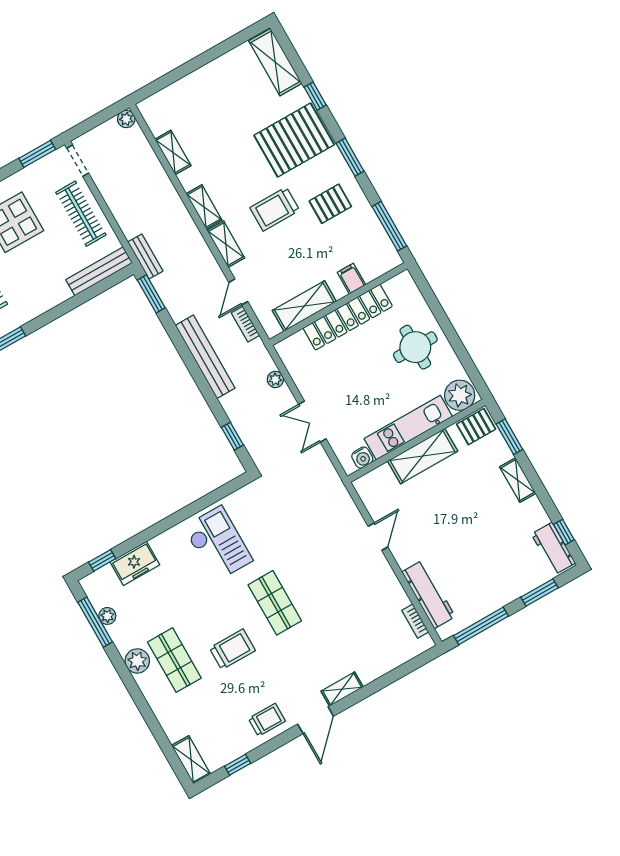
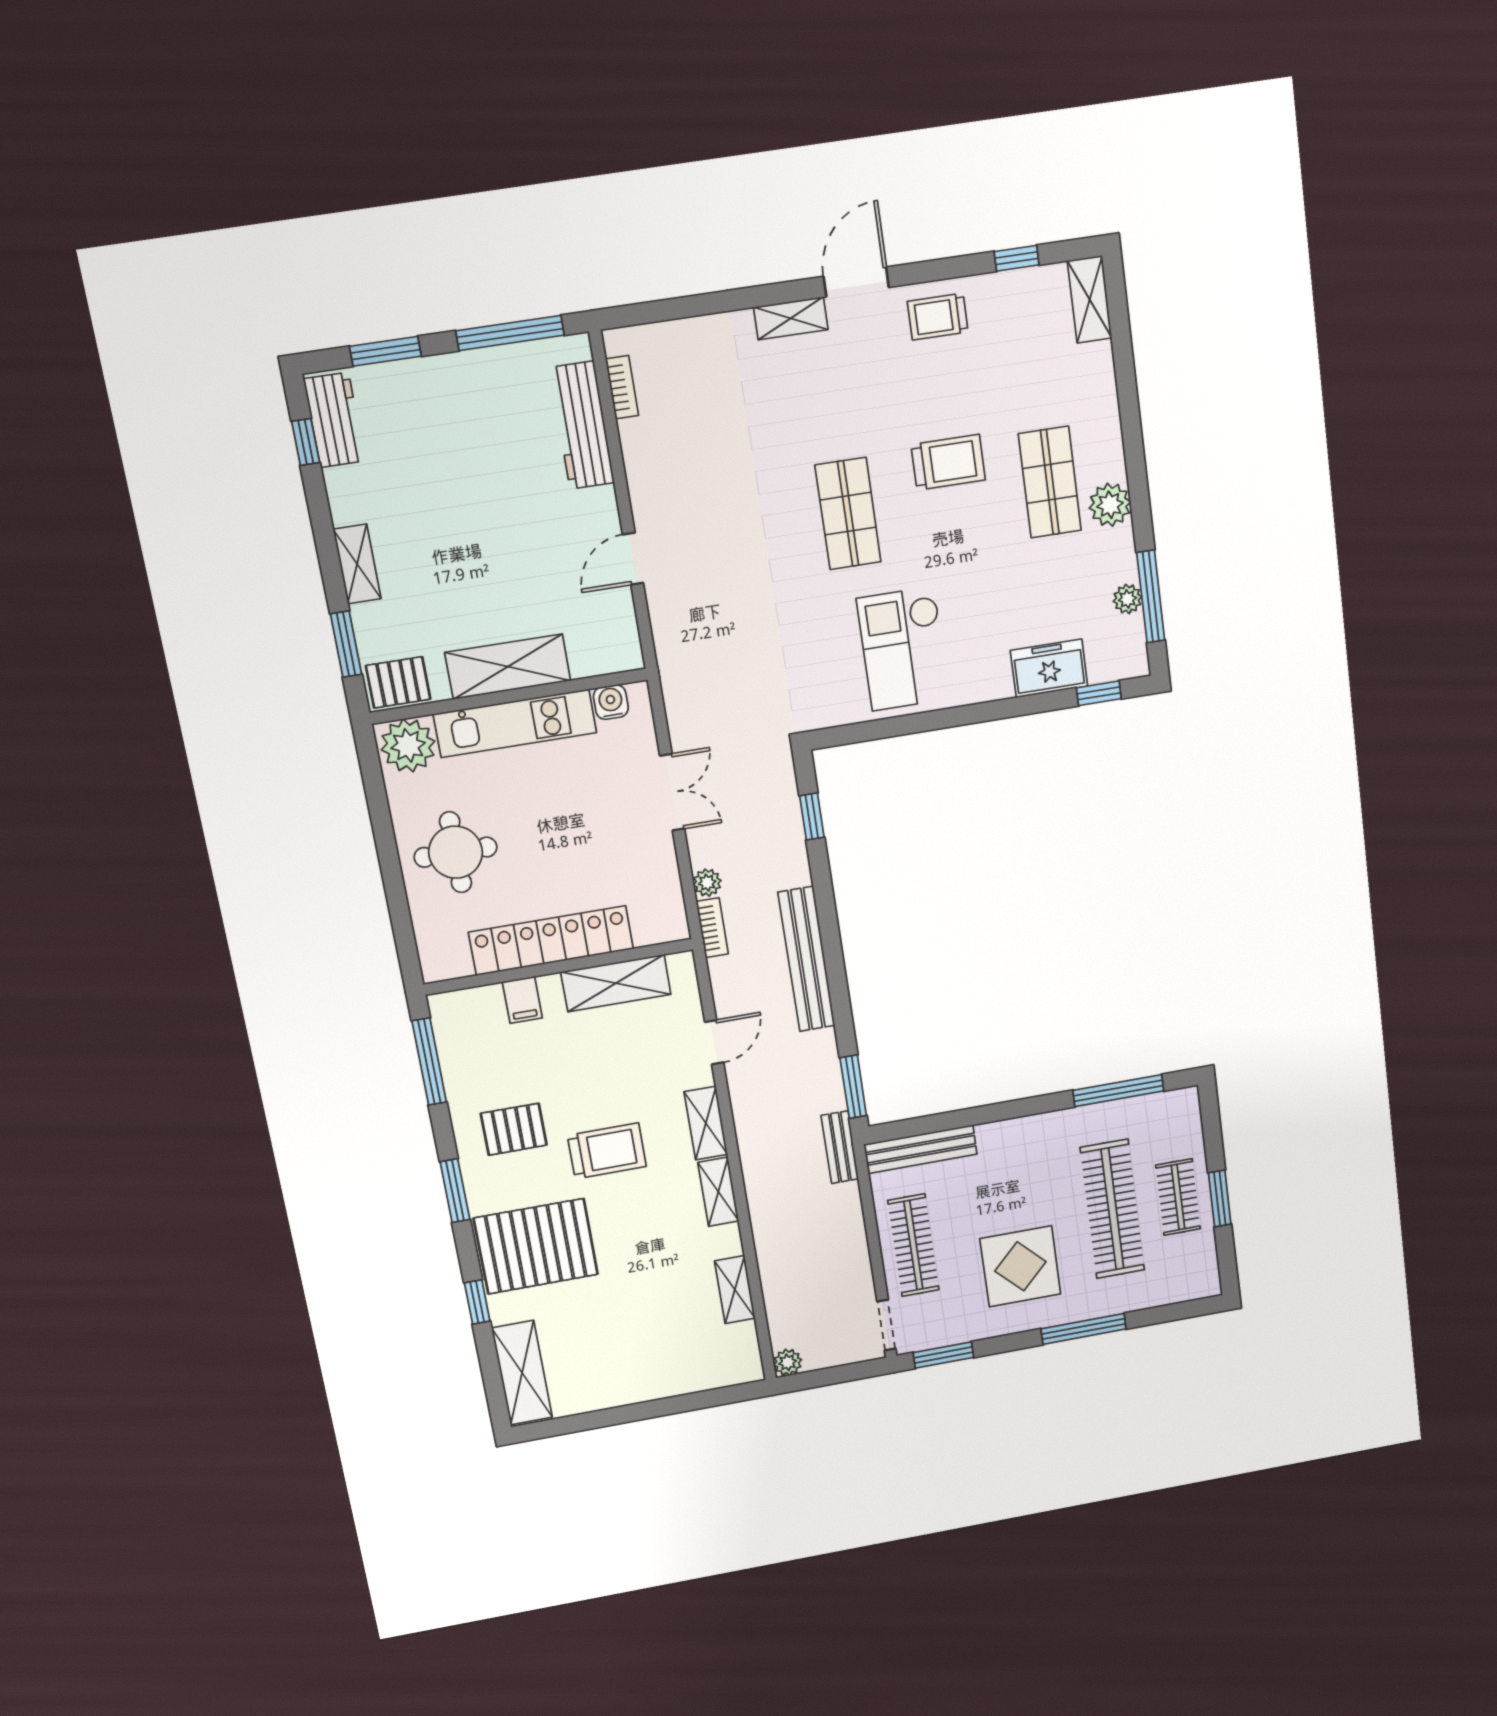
bookcase: (245, 324) -> (712, 928), moved
trolley: (232, 649) -> (948, 462), turned 180

